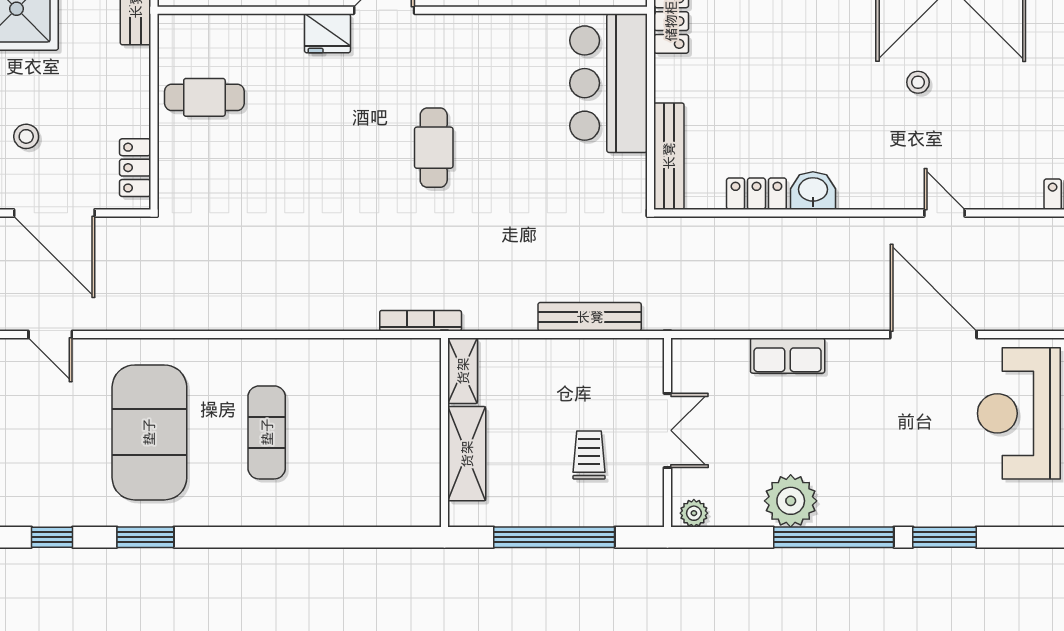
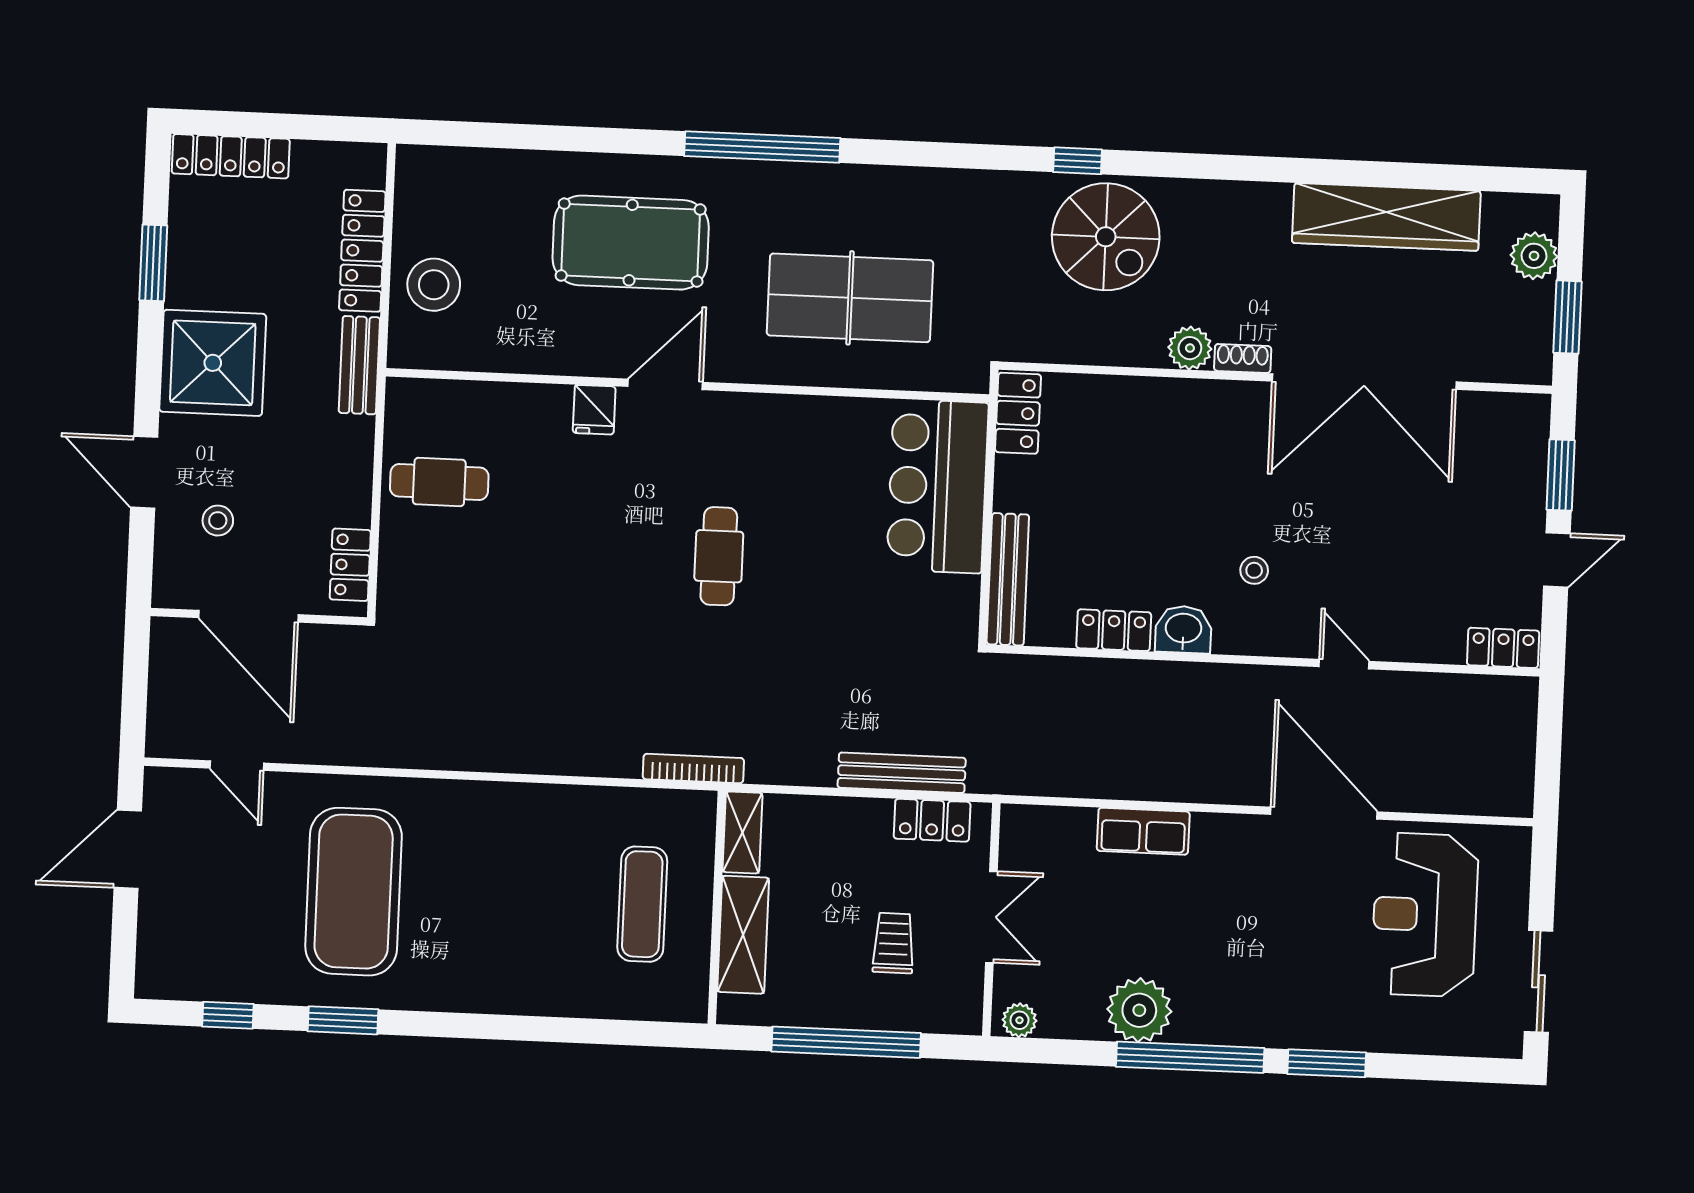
fridge: (327, 33) -> (594, 410), width x0.72
stool: (918, 82) -> (1254, 570), moved
locker: (616, 354) -> (932, 820), added
exercise mat: (267, 432) -> (642, 904), moved

